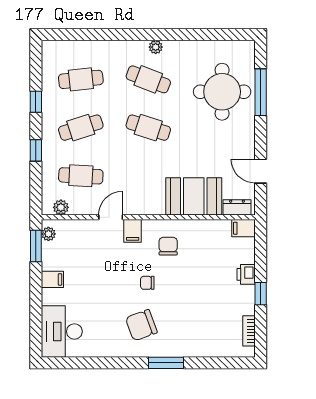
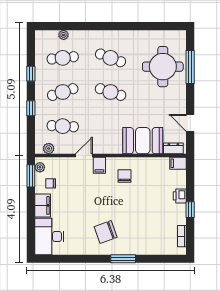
plant: (156, 47) -> (64, 35), moved
filing cabinet: (52, 279) -> (43, 205), width x2.00
chair: (147, 283) -> (51, 183), moved

